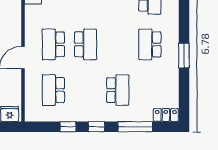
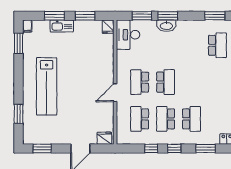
school desk: (150, 44) -> (166, 119), moved
window: (135, 127) -> (206, 148), width x0.69

